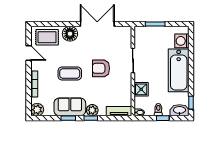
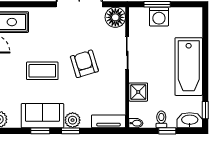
floor lamp: (70, 34) -> (115, 17), moved
washing machine: (182, 41) -> (159, 17), moved, turned -90
armchair: (101, 68) -> (84, 64), turned 73

